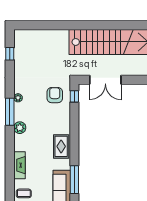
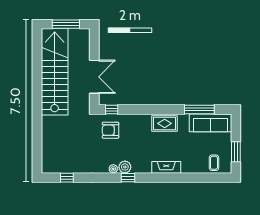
window: (10, 112) -> (128, 178), width x0.46
plant: (20, 128) -> (125, 167), moved
fireplace: (19, 165) -> (166, 167), moved

